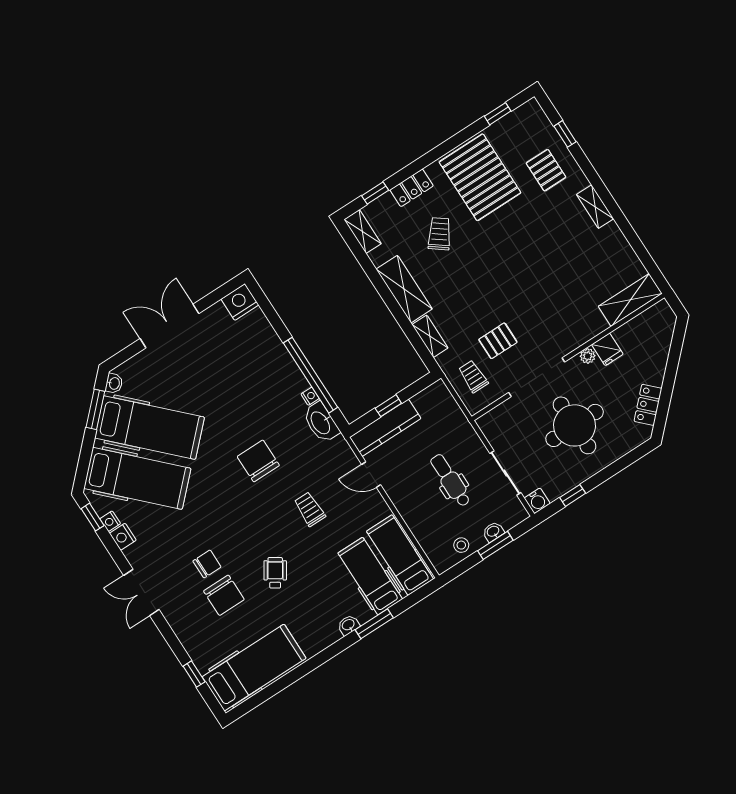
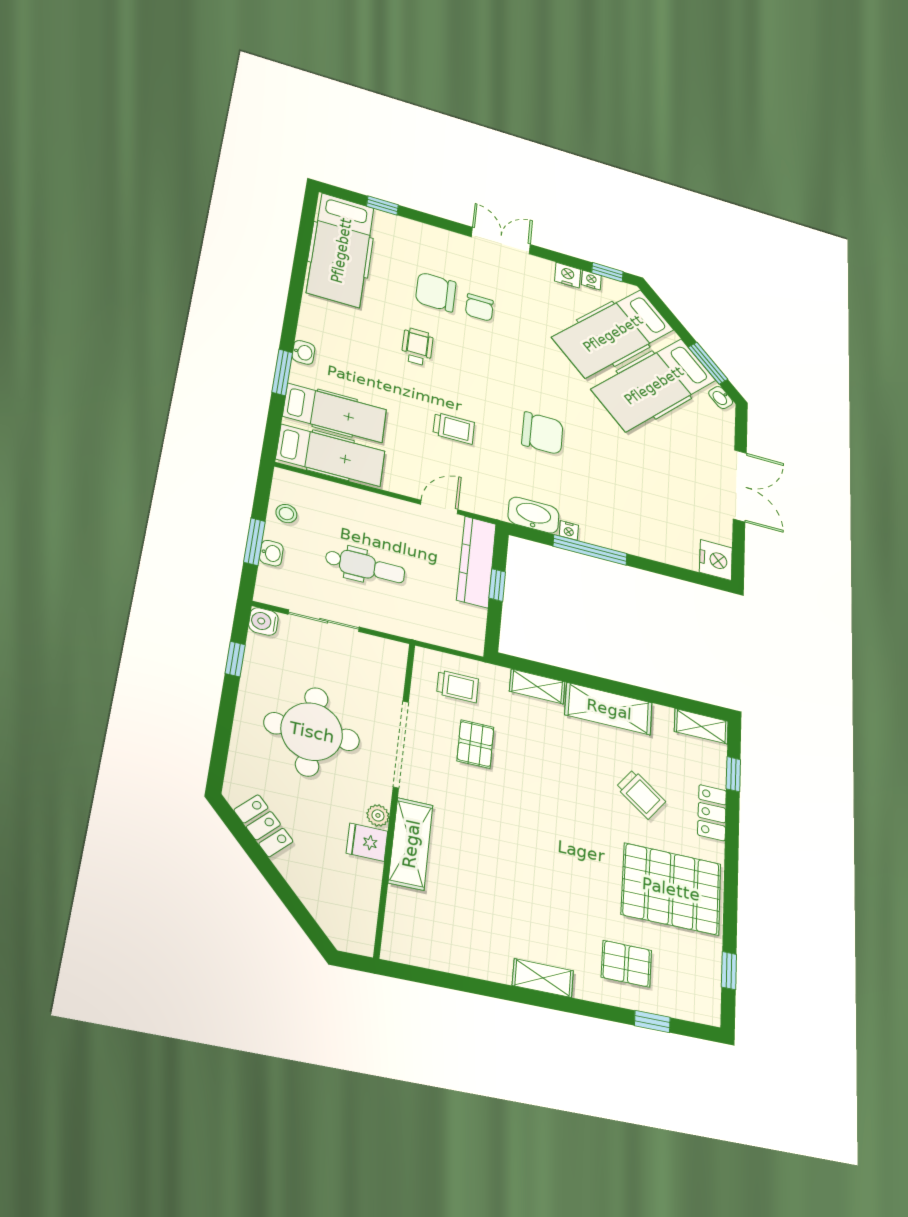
shelving: (630, 300) -> (411, 844), moved
window: (310, 375) -> (590, 550), width x0.68
wheelchair: (275, 573) -> (417, 347), turned -123

